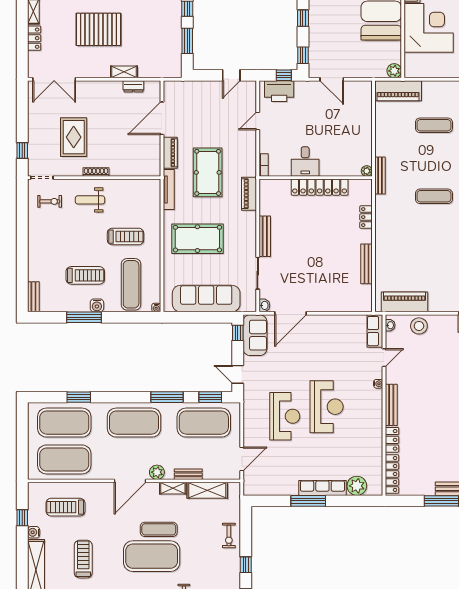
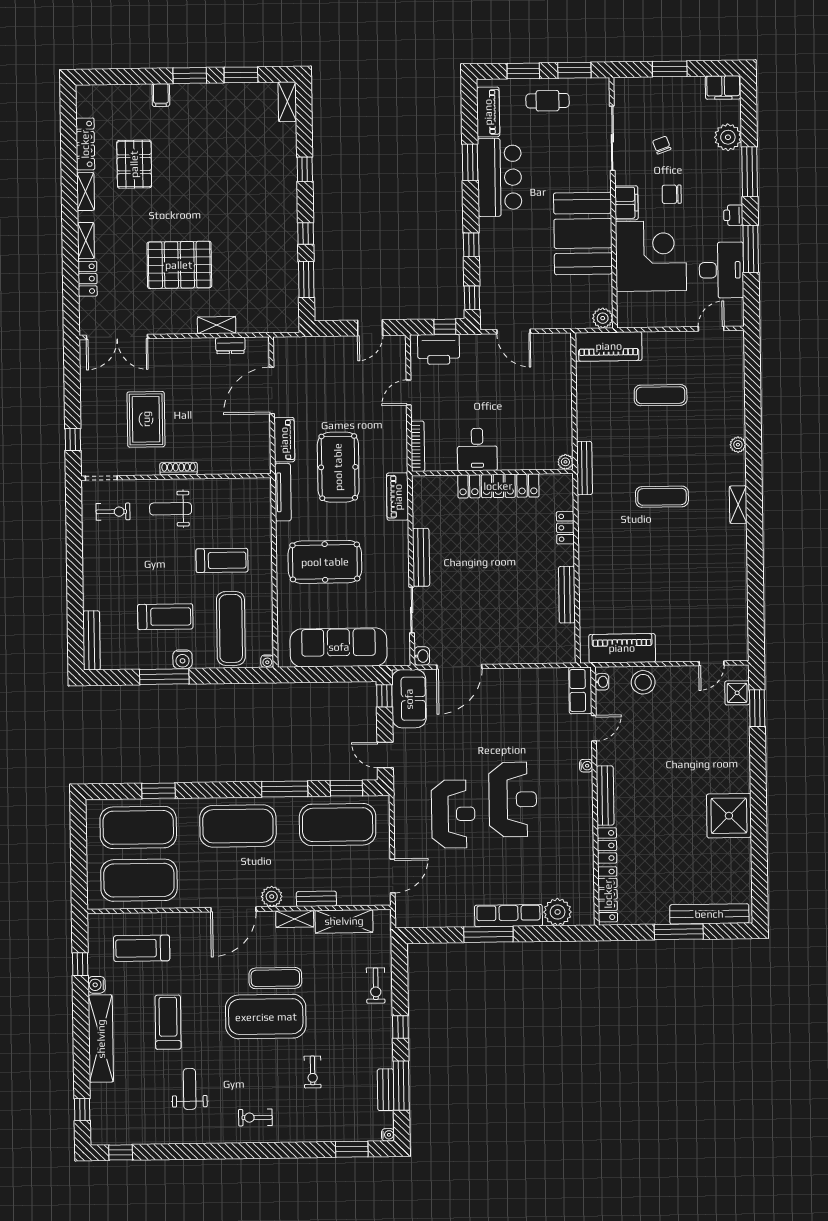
bookcase: (264, 165) -> (418, 446), width x1.56
bench: (33, 297) -> (92, 640), width x1.36

